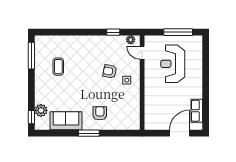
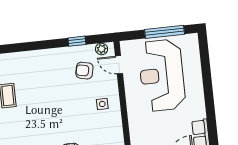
reception desk: (173, 64) -> (162, 75), width x1.36, depth x1.30
armchair: (110, 71) -> (84, 71), moved

